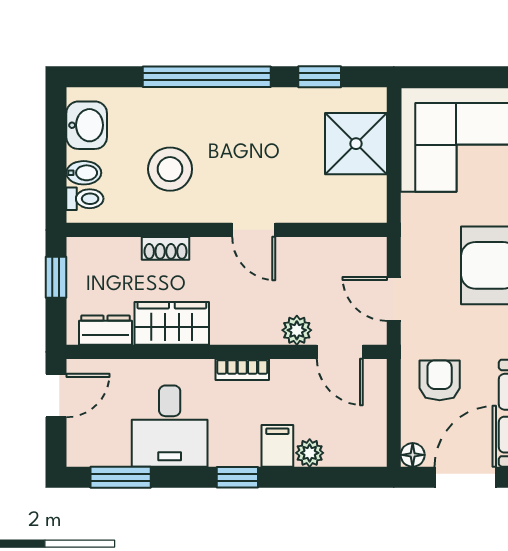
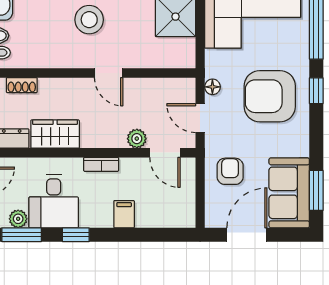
stool: (170, 169) -> (89, 20), moved
shoe rack: (166, 248) -> (22, 85), moved
plant: (310, 453) -> (18, 219), moved
floor lamp: (413, 455) -> (212, 87), moved
window: (237, 477) -> (76, 235), moved

